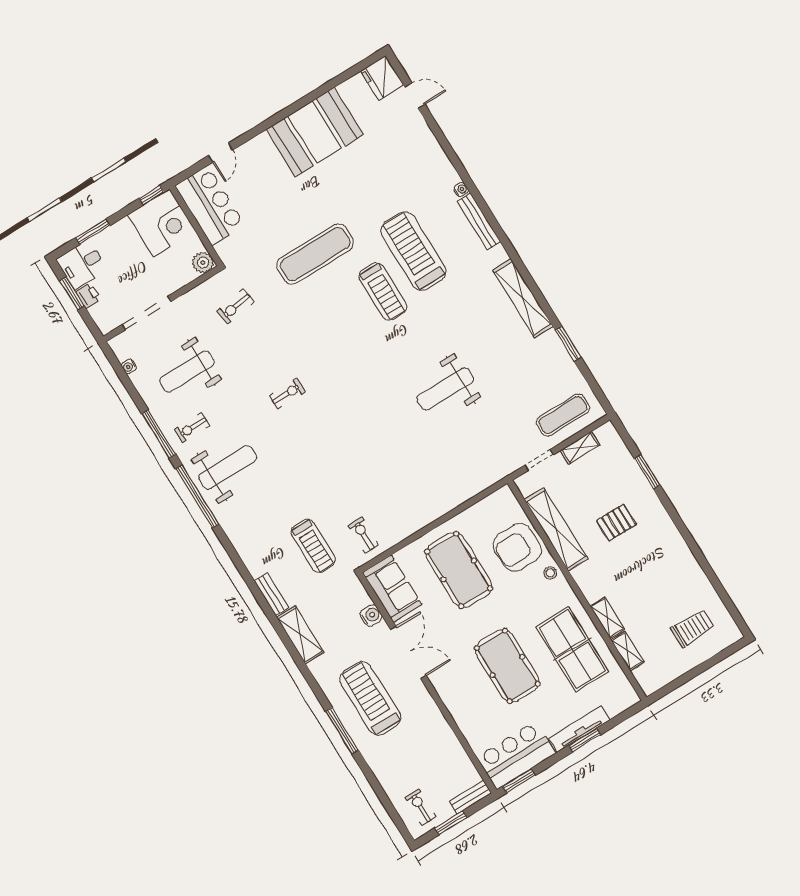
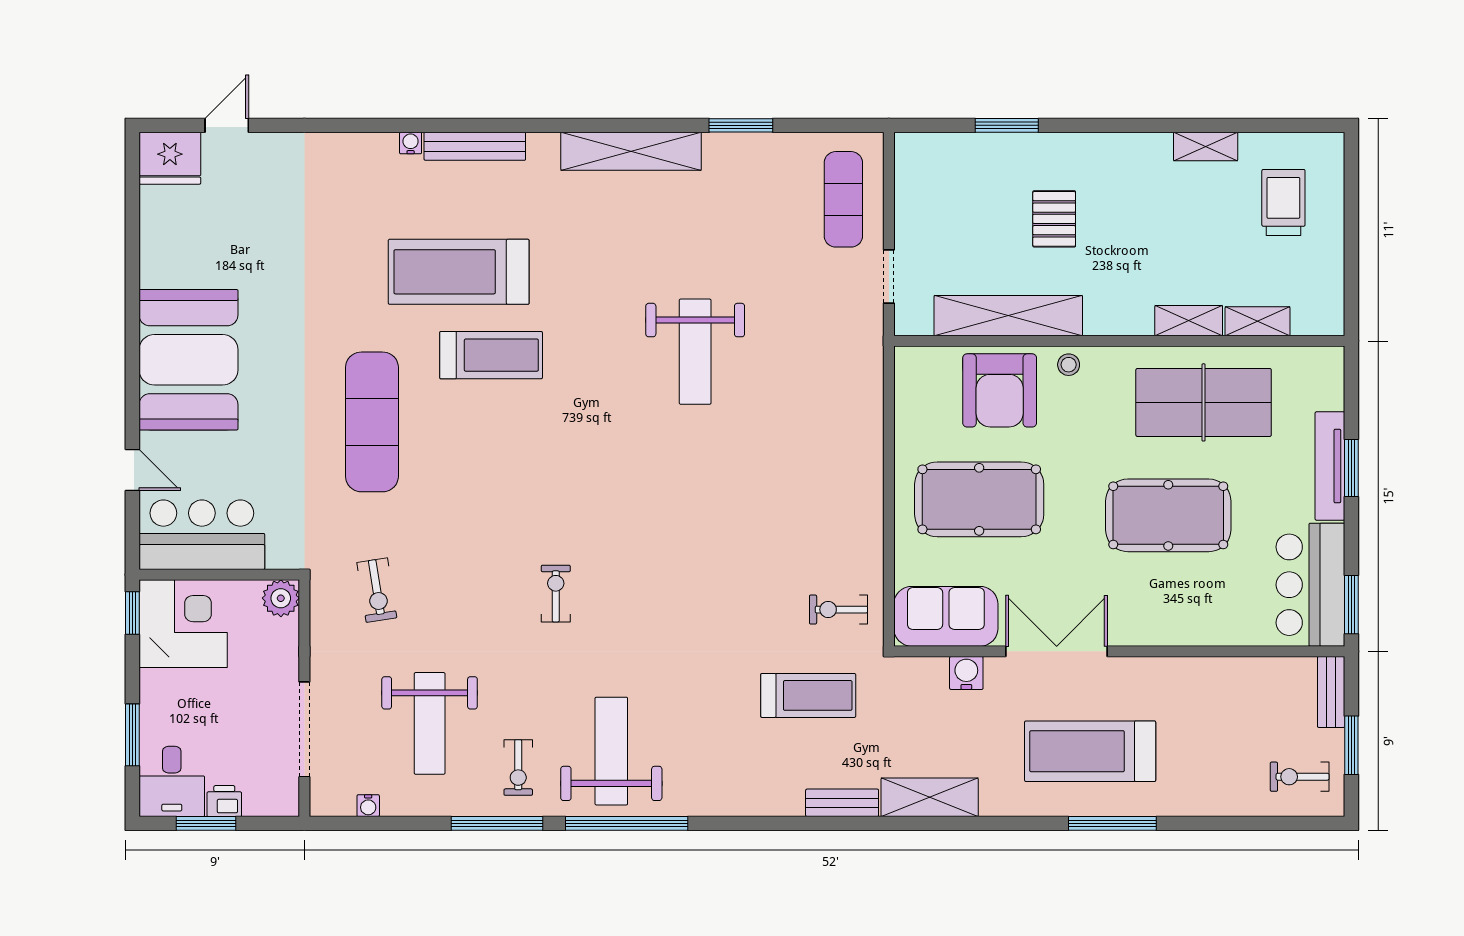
booth: (315, 132) -> (188, 360), moved
shelving: (580, 448) -> (1206, 146), moved, turned 90

